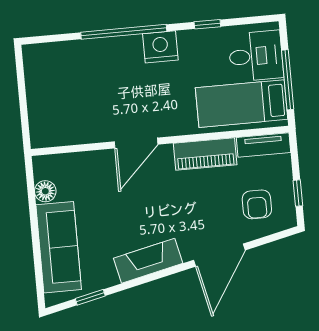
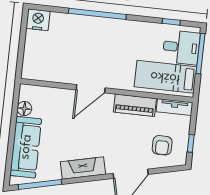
window: (207, 24) -> (171, 22), moved
nightstand: (160, 47) -> (38, 20), moved
window: (288, 80) -> (201, 54), moved
window: (90, 297) -> (40, 184), width x2.17

